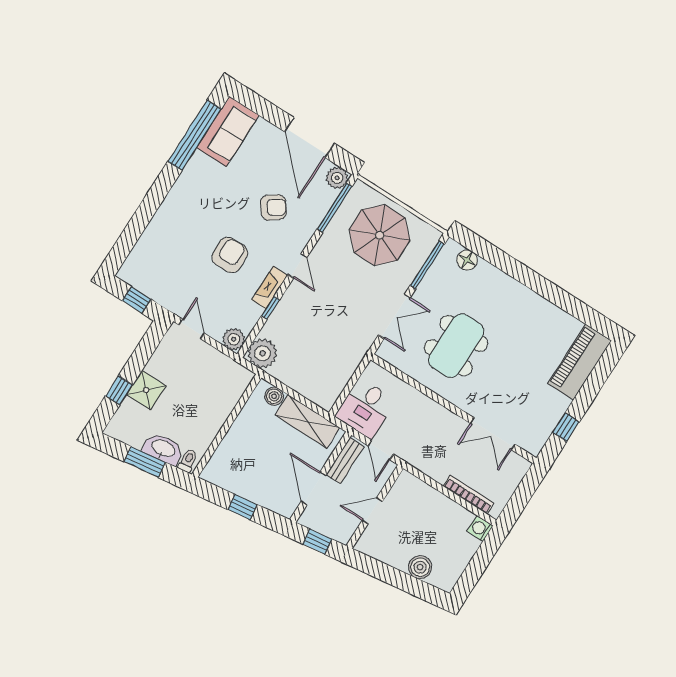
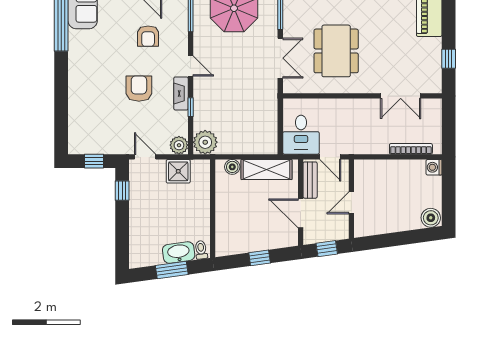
armchair: (273, 207) -> (148, 36), turned 126
window: (119, 390) -> (122, 191), moved
shower: (146, 390) -> (178, 171), moved
boiler: (420, 567) -> (431, 218), moved

